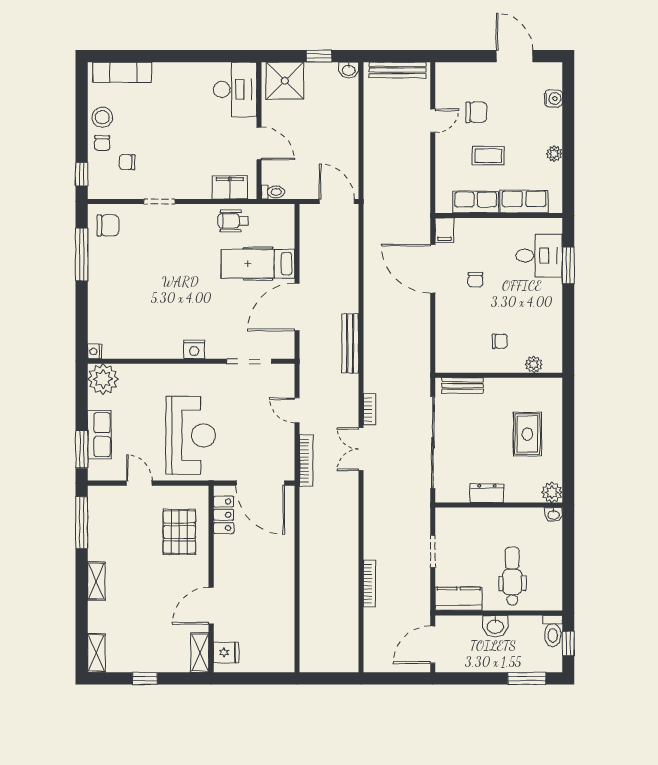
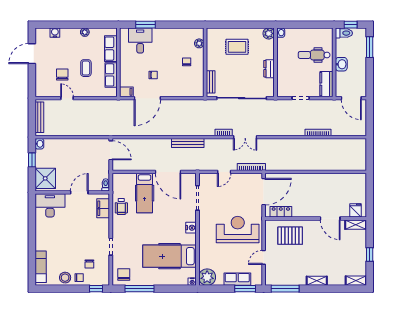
door: (337, 201) -> (111, 150), swing flipped
hospital bed: (142, 310) -> (170, 256), added

